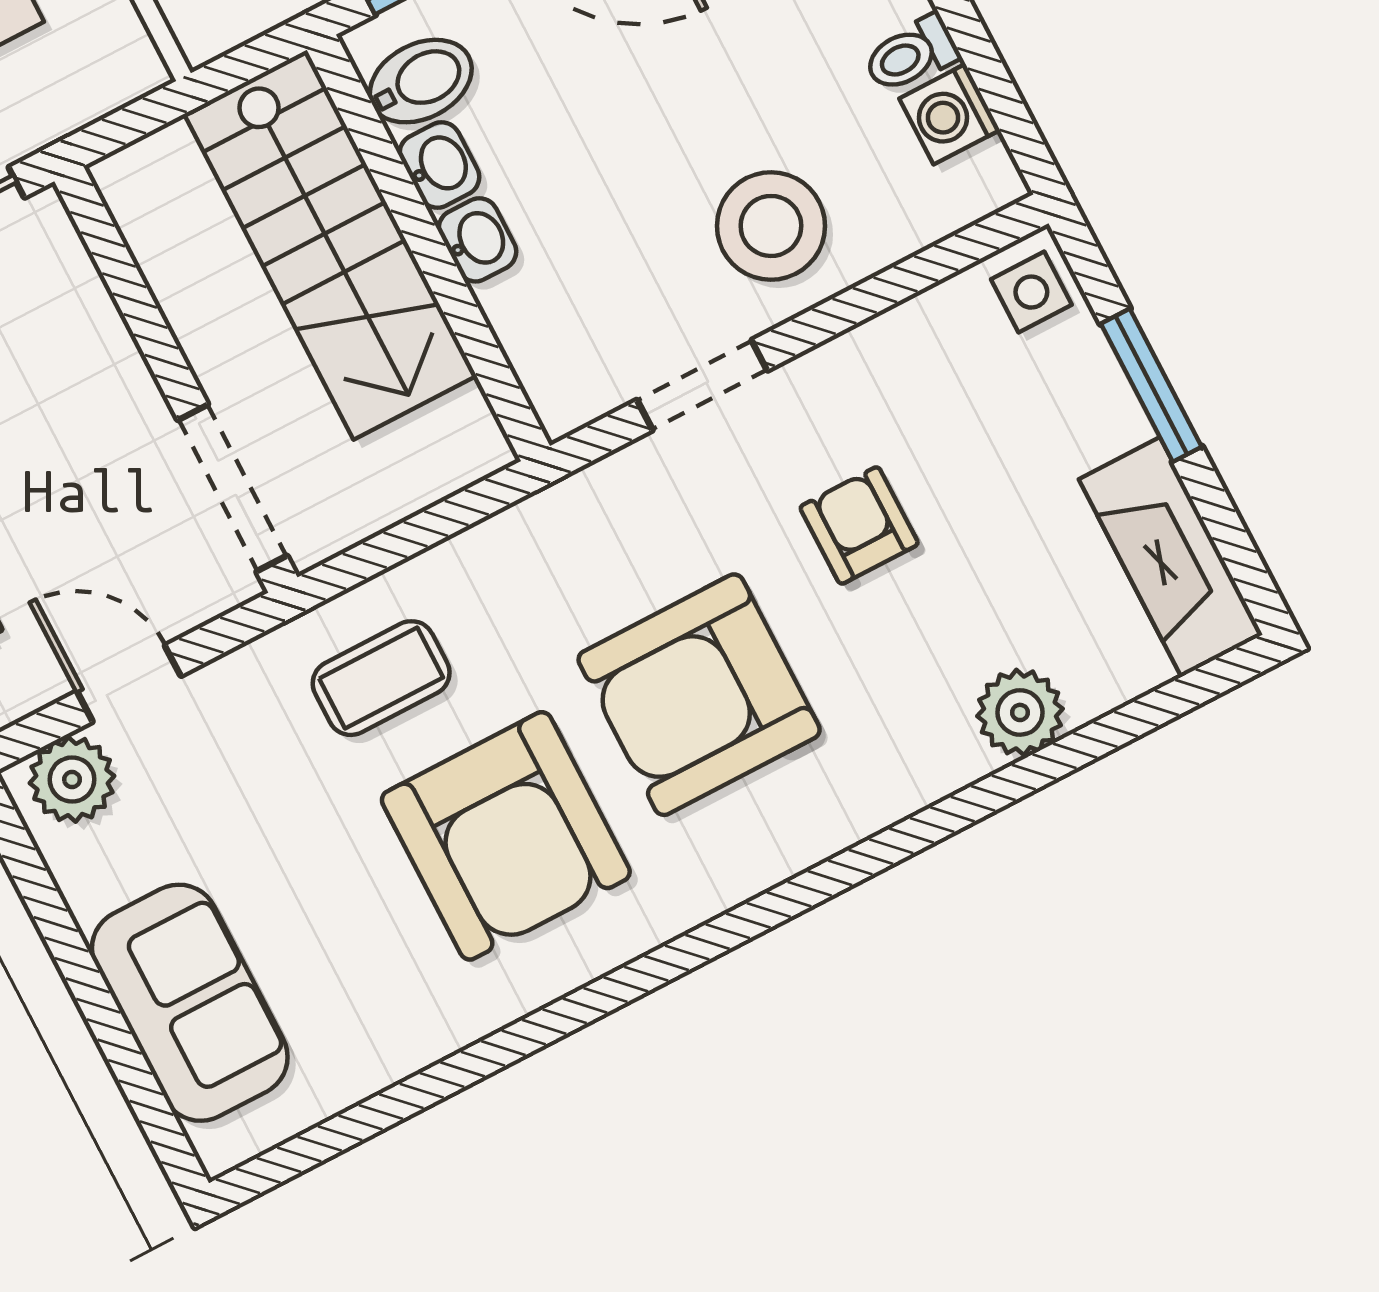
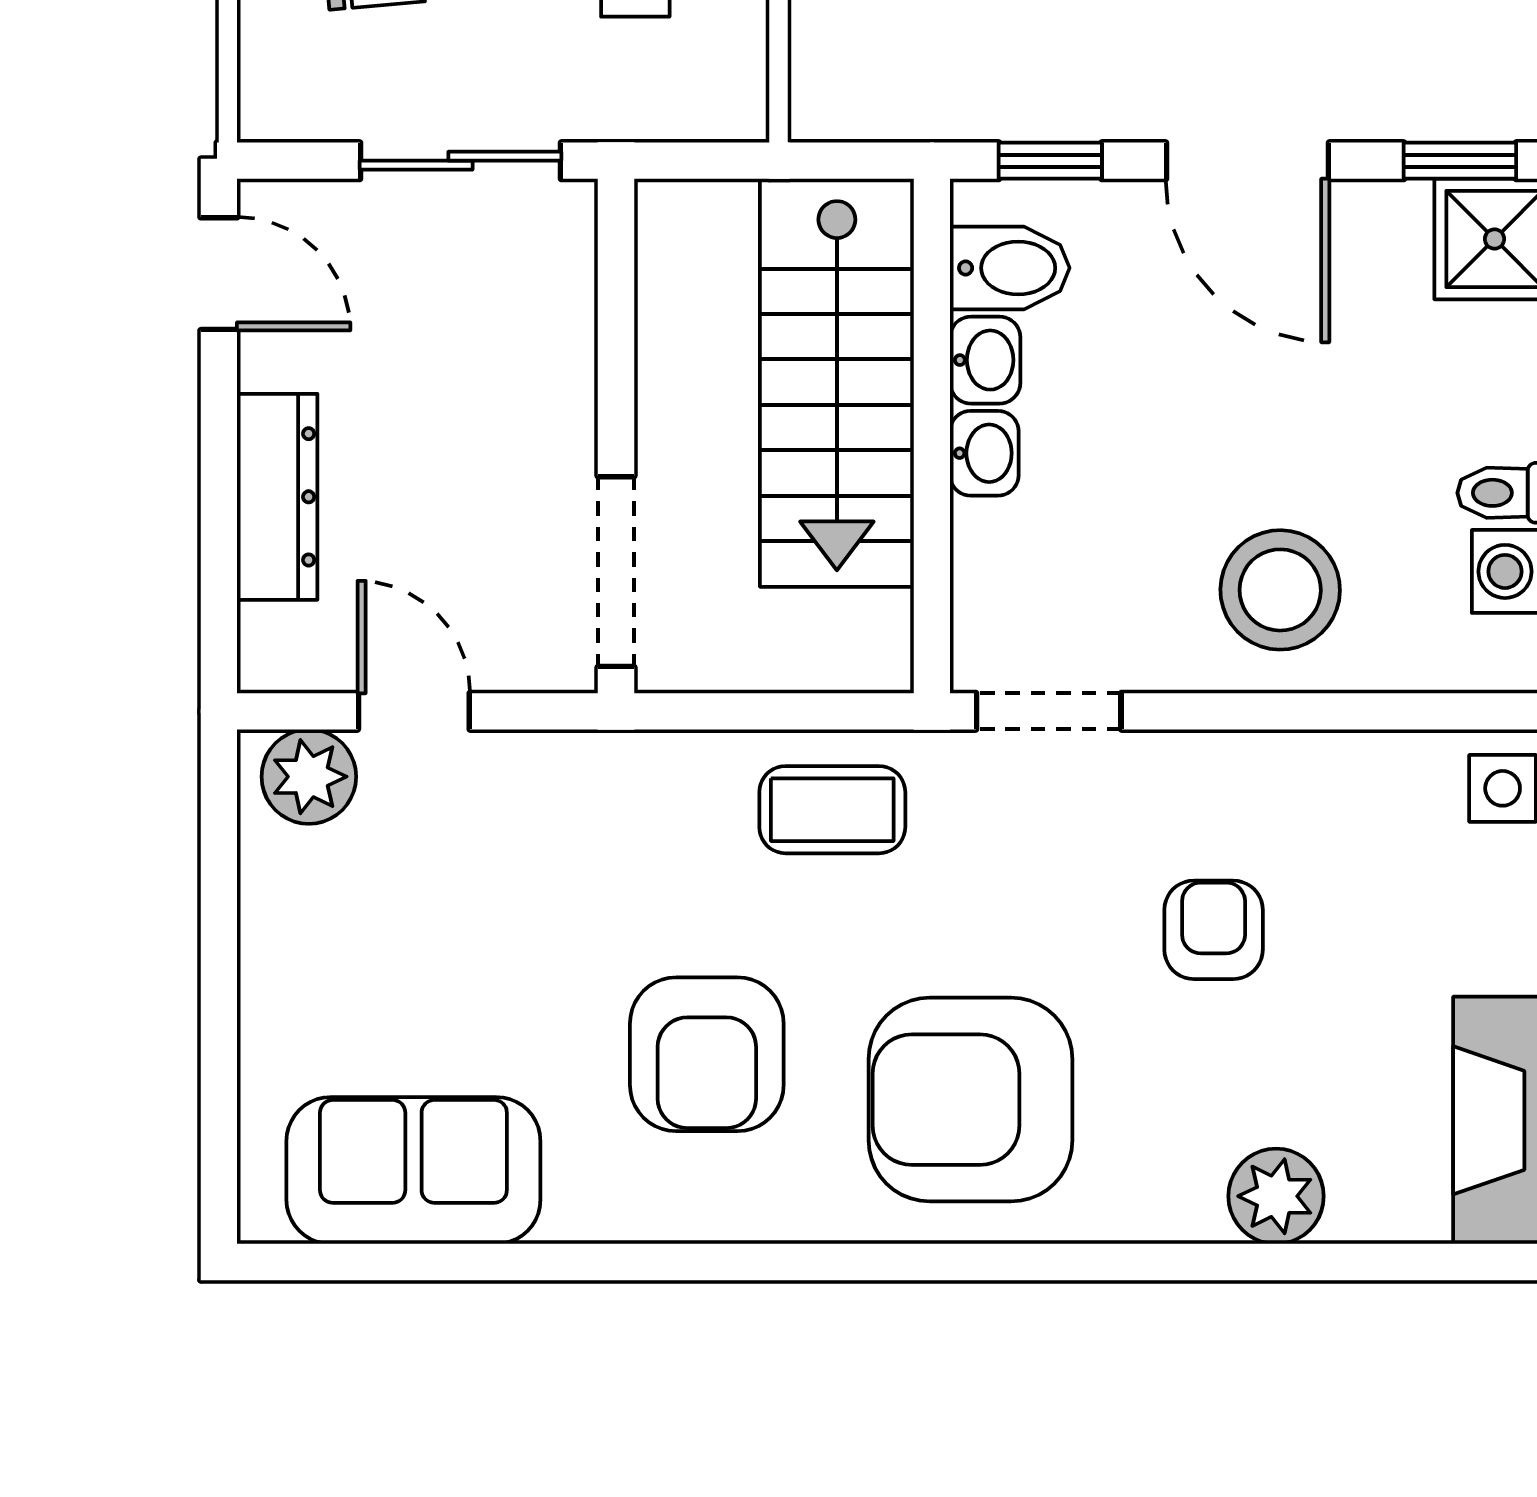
doorway: (702, 385) -> (1049, 711), moved
coffee table: (381, 678) -> (832, 810), moved
armchair: (699, 695) -> (970, 1100), moved
armchair: (506, 836) -> (707, 1054), width x0.73, depth x0.73
sofa: (190, 1003) -> (413, 1170), moved, turned -90

